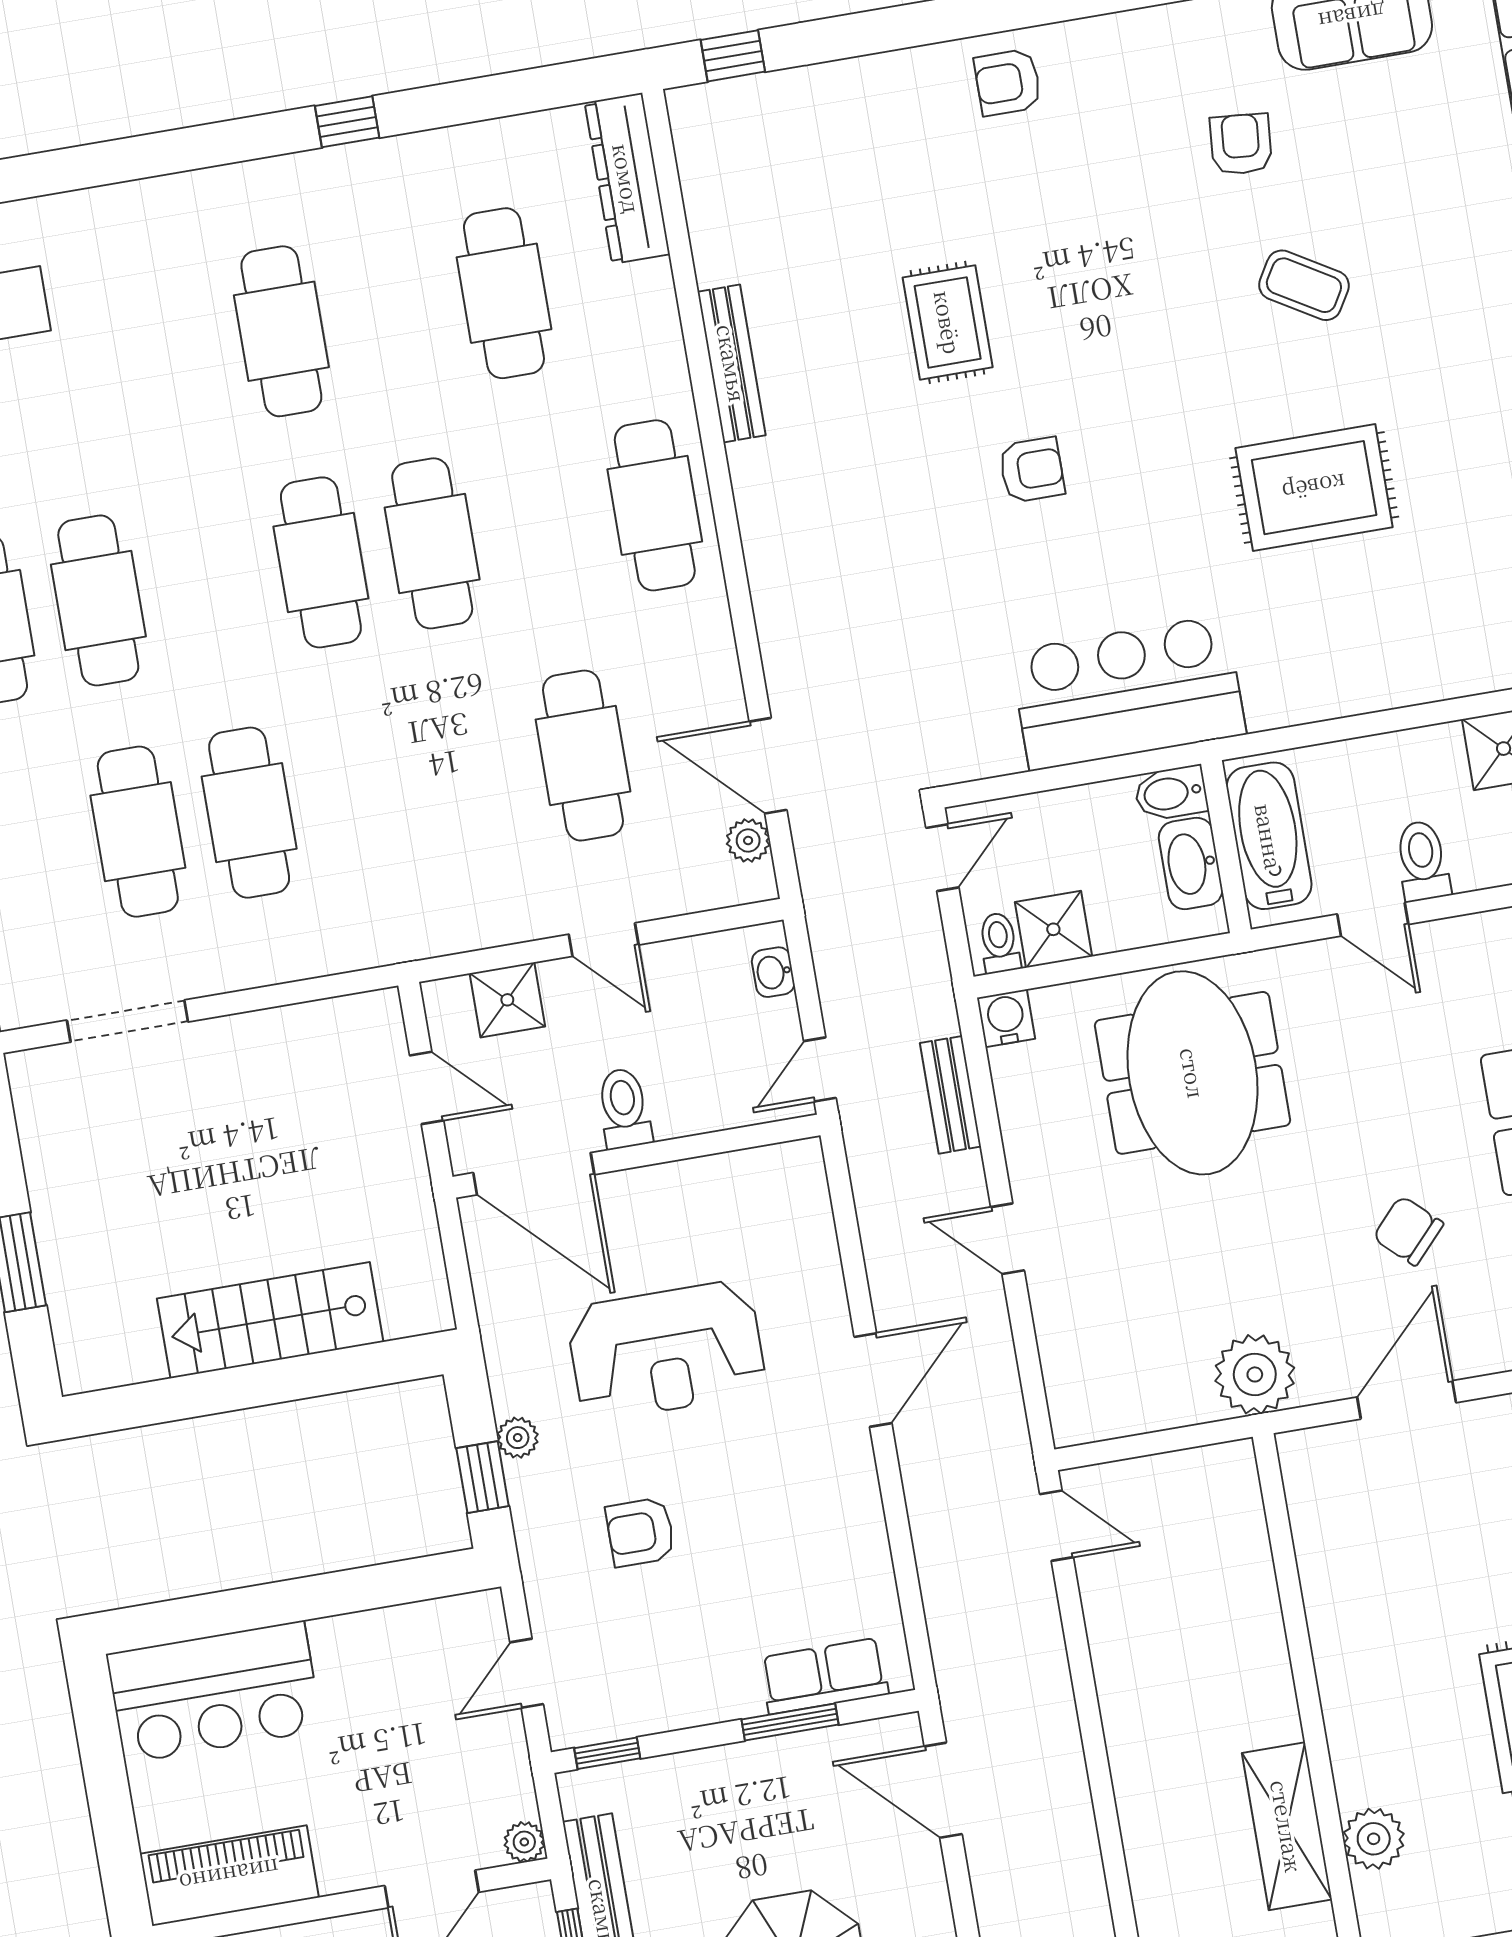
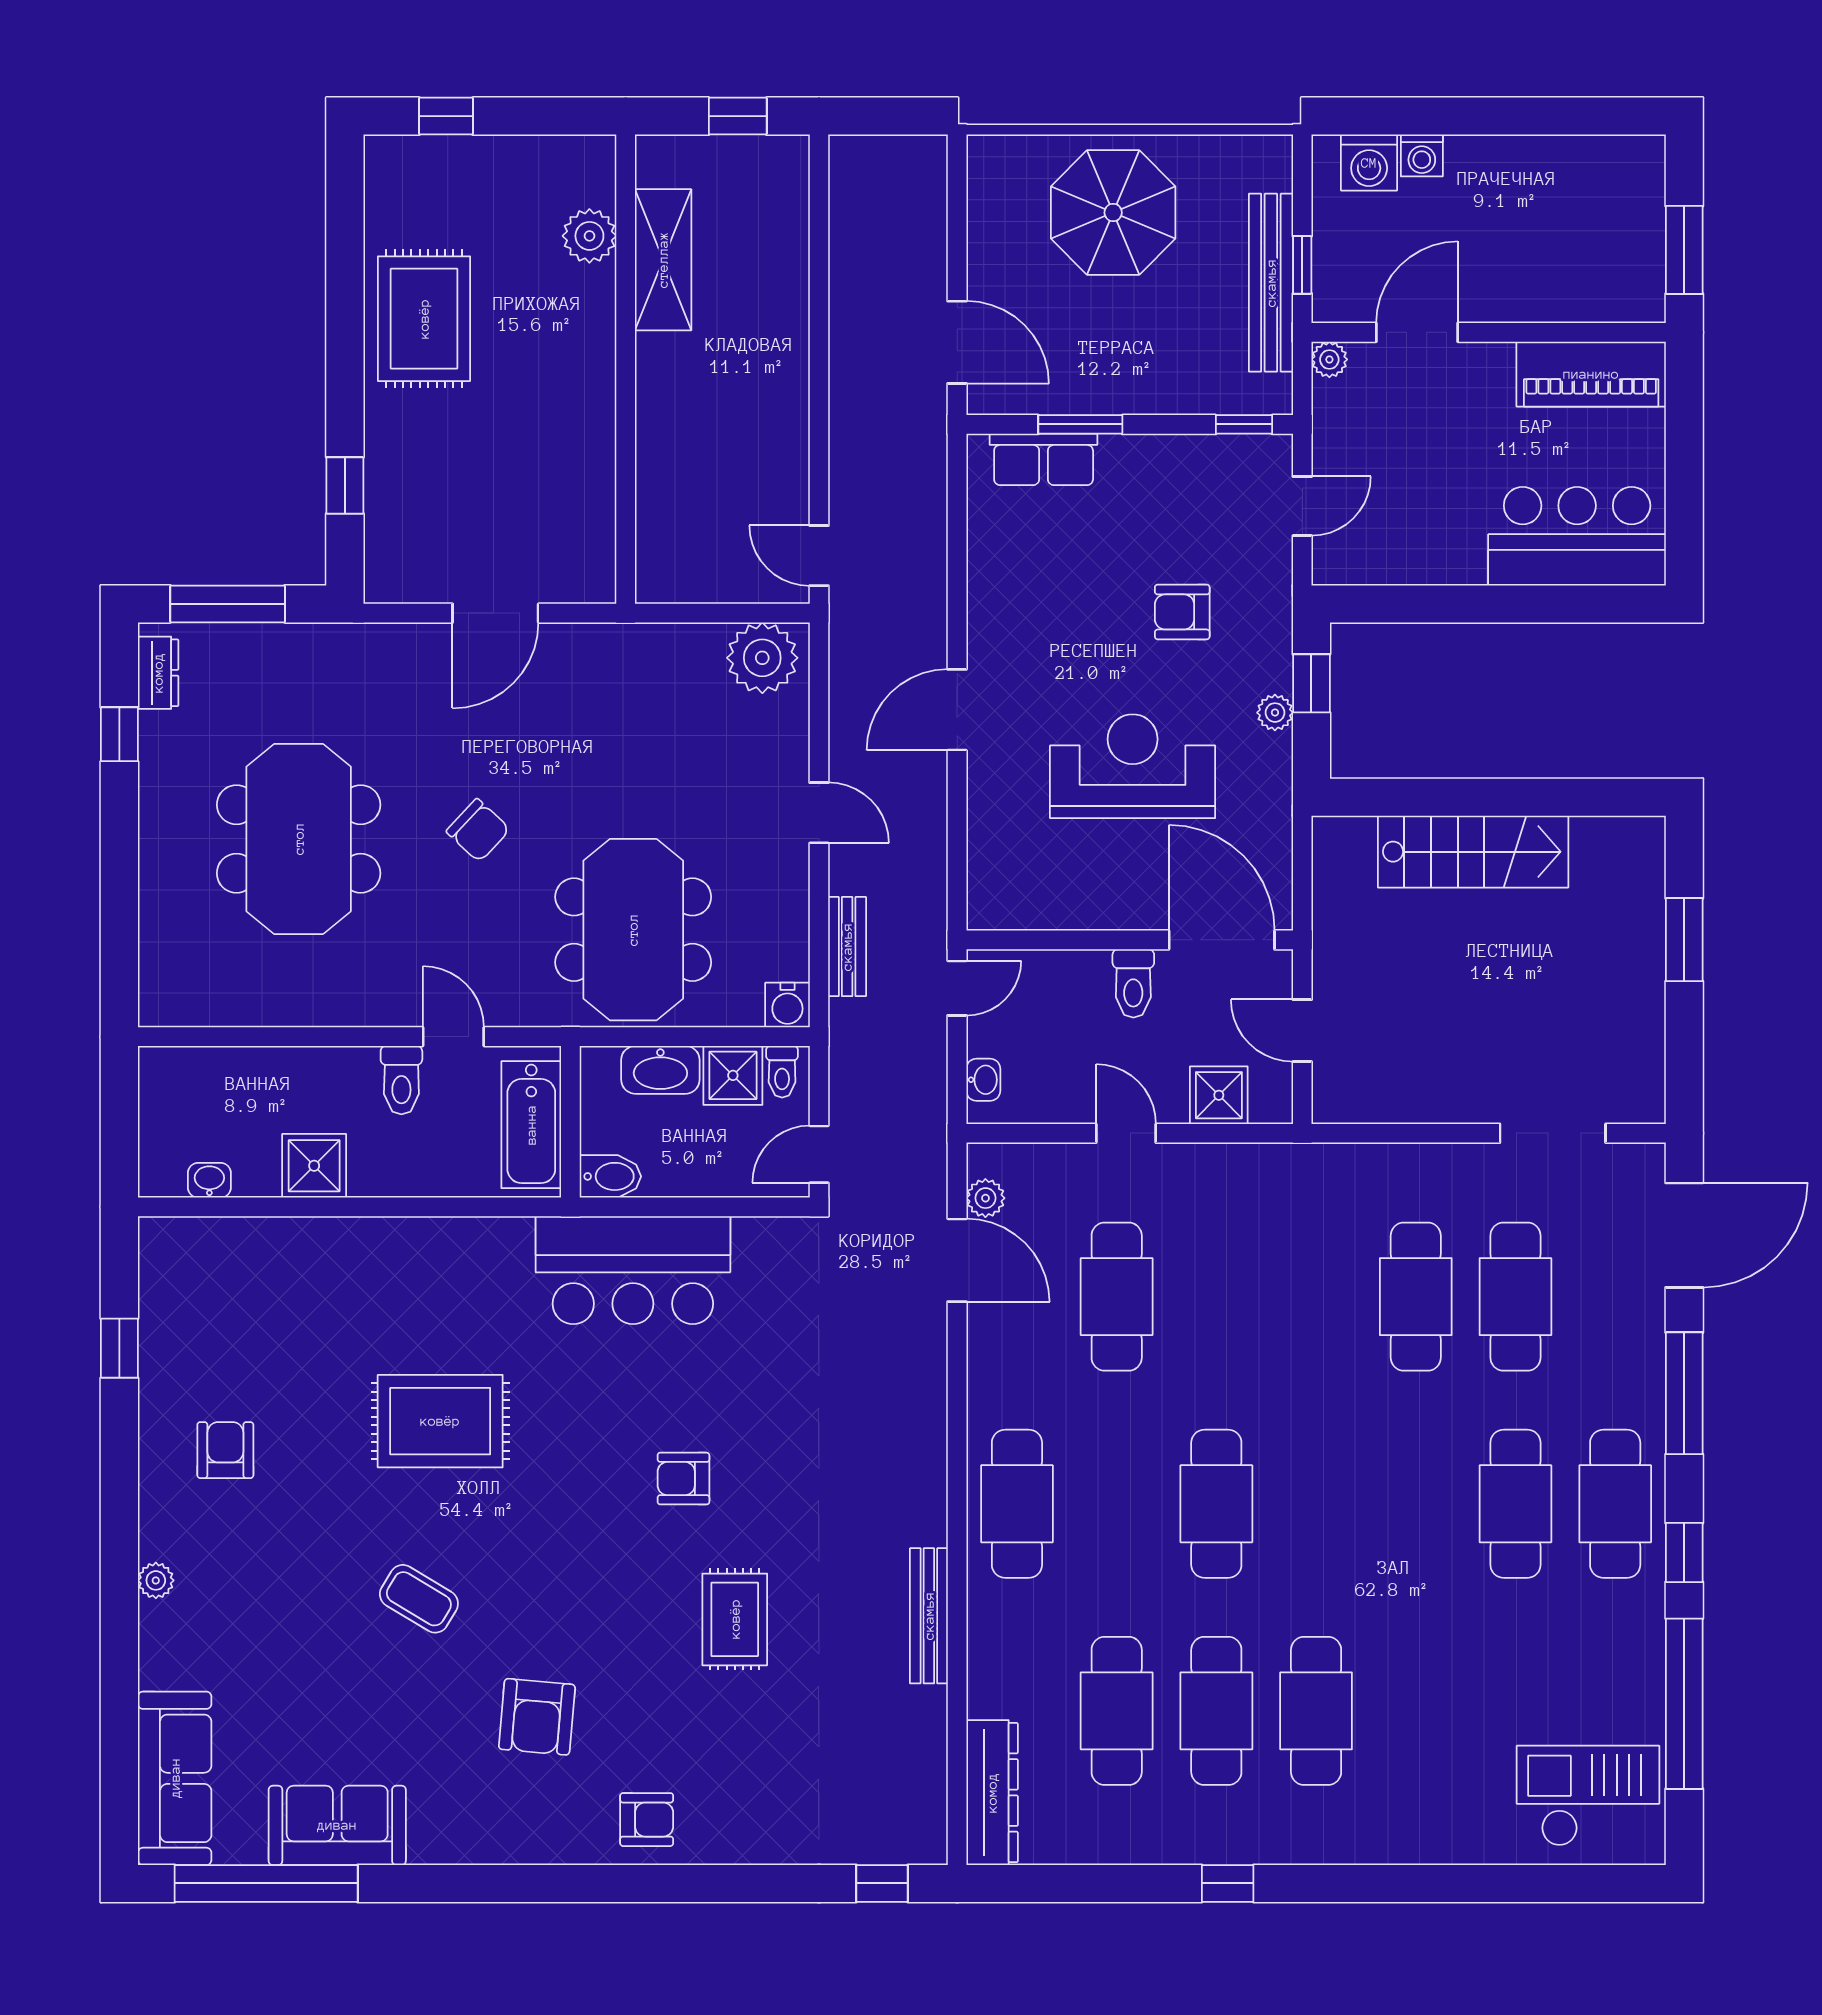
armchair: (1241, 144) -> (537, 1717), moved, width x1.38, depth x1.38
cafe table: (321, 562) -> (1216, 1711), moved
washbasin: (1191, 863) -> (660, 1070), moved, turned 90
chair: (1408, 1231) -> (478, 830), moved
plant: (1255, 1374) -> (762, 658), moved
armchair: (640, 1532) -> (1182, 612), turned 180

